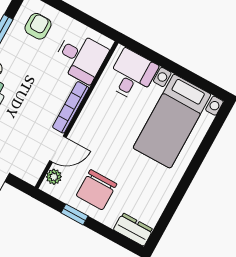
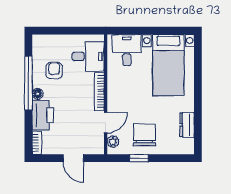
armchair: (38, 26) -> (54, 71), moved
chair: (96, 190) -> (144, 135), turned 180
dresser: (133, 229) -> (187, 125), moved, turned -90

